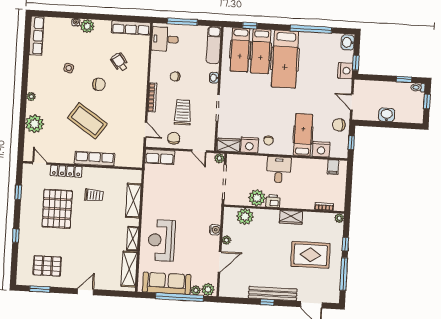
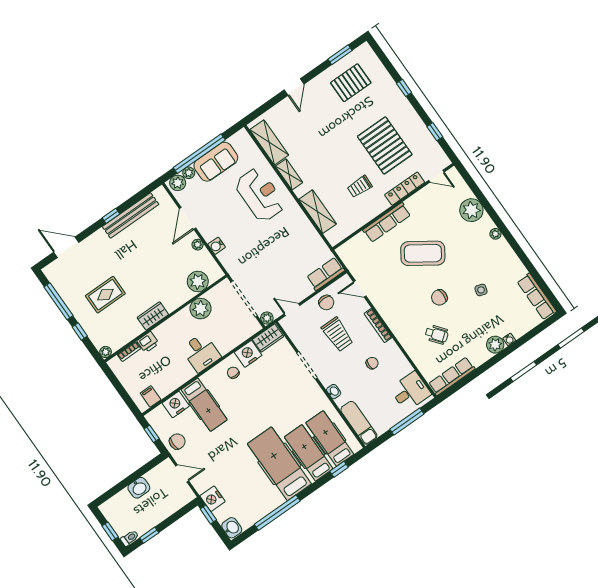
printer: (273, 201) -> (148, 342), moved
rug: (310, 255) -> (105, 295), width x0.73, depth x0.70
sofa: (167, 283) -> (216, 162), width x0.73
bench: (273, 294) -> (131, 215), moved

